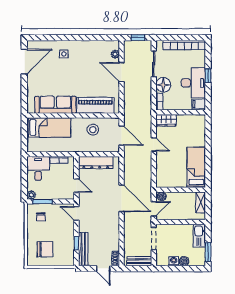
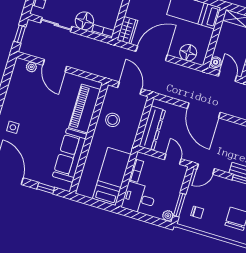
door: (122, 72) -> (55, 66), hinge flipped
window: (24, 94) -> (46, 188), added
bed: (49, 128) -> (112, 176), moved
door: (122, 136) -> (130, 88), hinge flipped
door: (154, 144) -> (152, 53), width x1.87
floor lamp: (163, 173) -> (188, 53), added
door: (76, 186) -> (173, 159), hinge flipped
door: (122, 198) -> (204, 110), swing flipped

